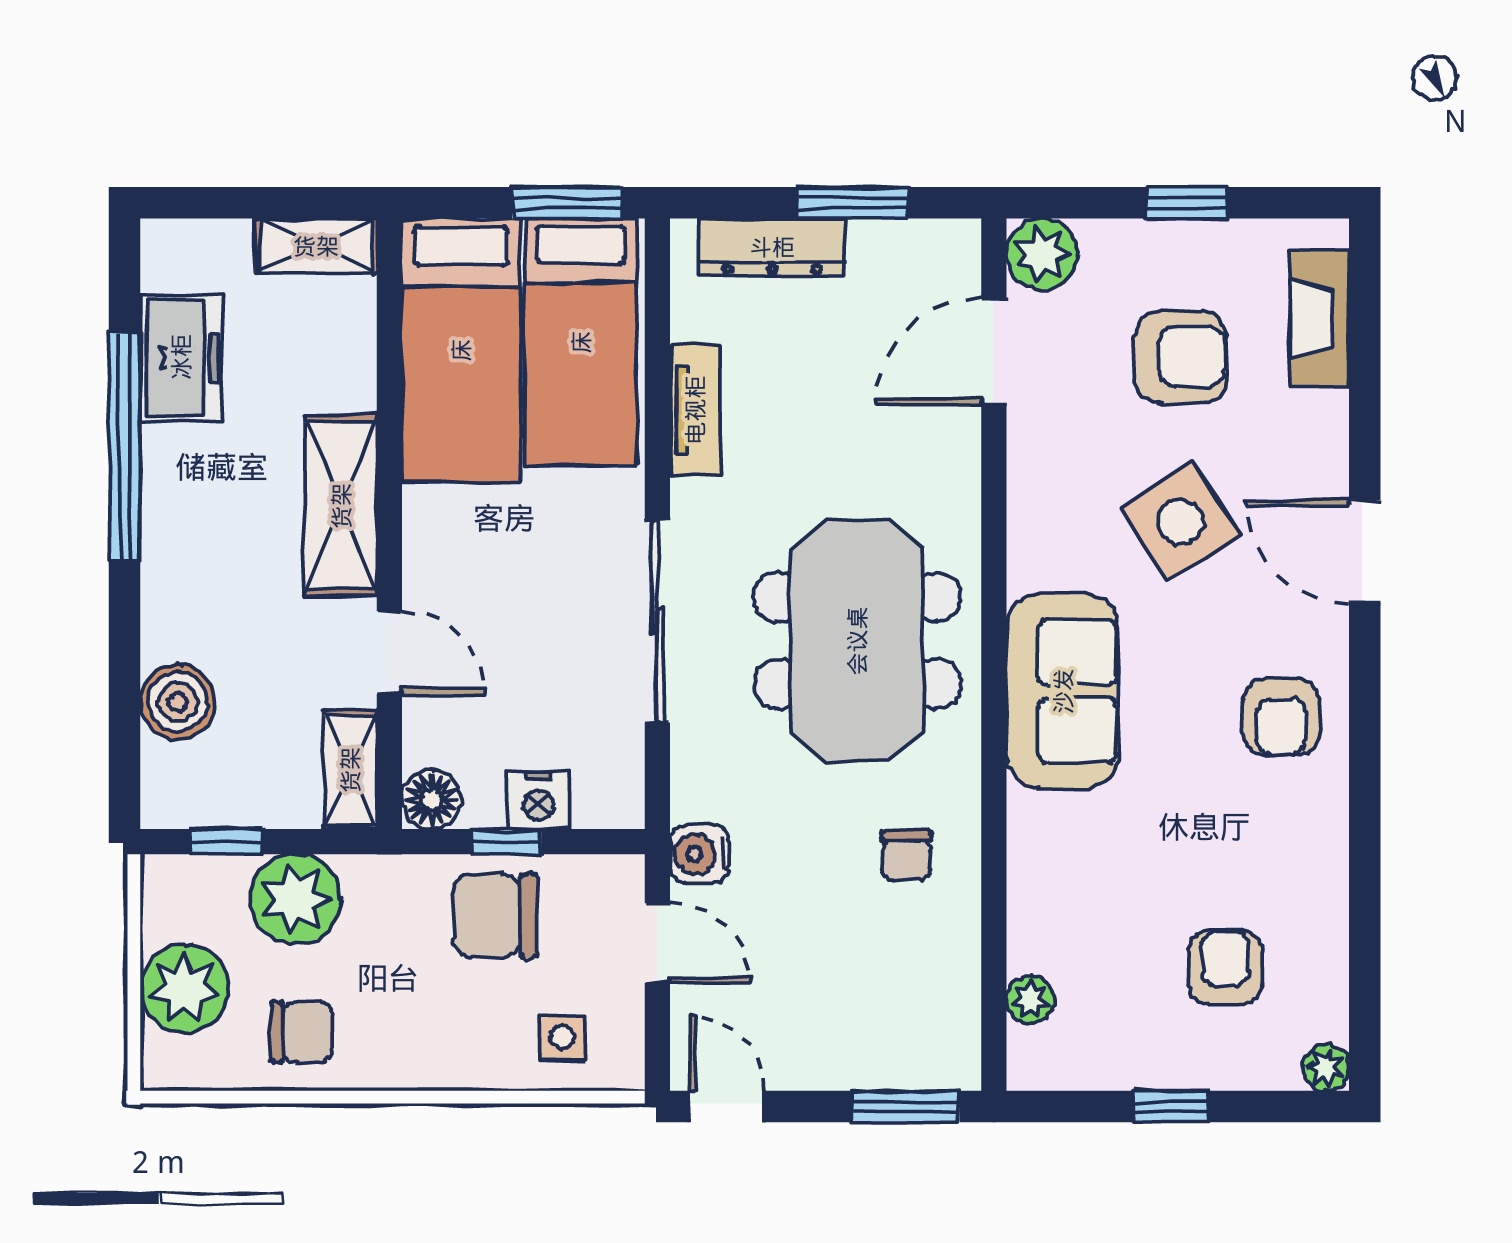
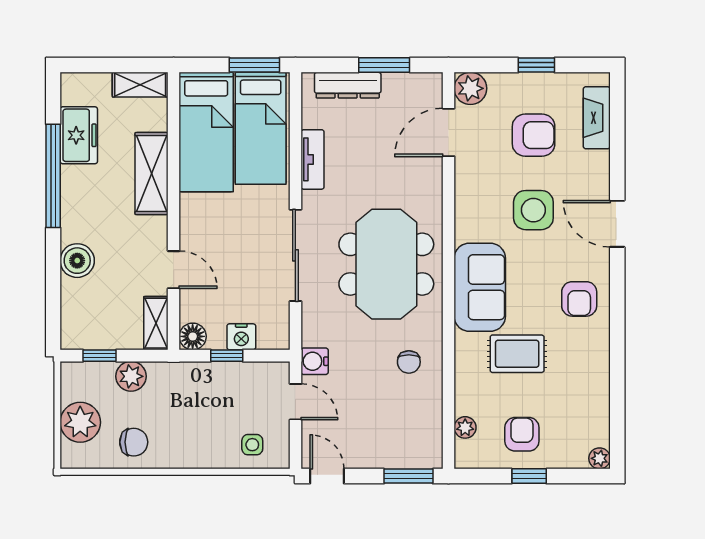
shelving: (341, 506) -> (151, 174), moved
side table: (1181, 522) -> (533, 210), turned 33
boiler: (178, 702) -> (77, 261), moved
rug: (1145, 838) -> (517, 354), added
plant: (296, 899) -> (131, 376), width x0.73, depth x0.73
chair: (495, 916) -> (222, 389), removed
armchair: (1226, 968) -> (522, 434), moved

